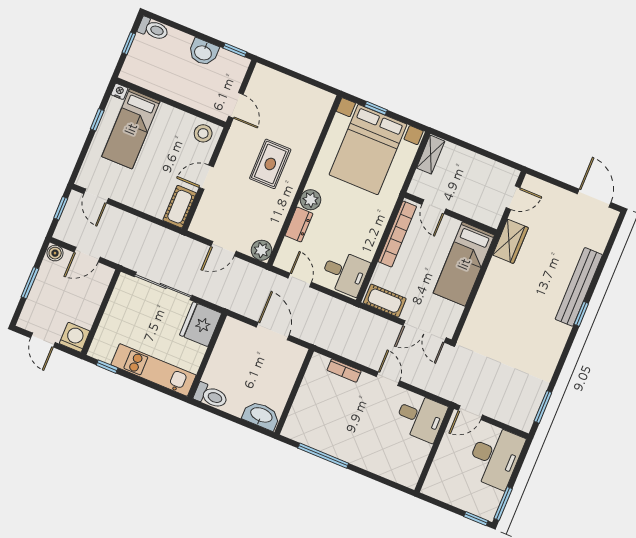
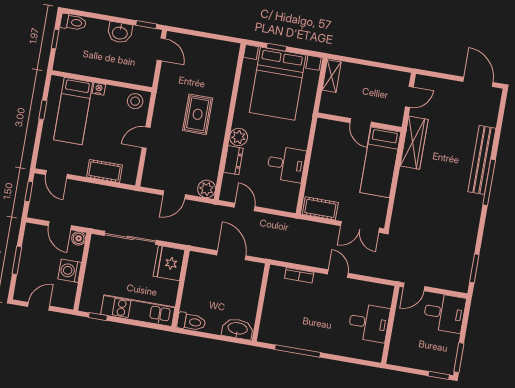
nightstand: (119, 91) -> (99, 89), moved
door: (236, 105) -> (161, 49), moved
cot: (180, 207) -> (104, 171), moved, turned 90
door: (434, 207) -> (361, 122), moved
bookcase: (397, 234) -> (318, 150), removed
wardrobe: (510, 241) -> (414, 143), width x1.50
boiler: (55, 253) -> (79, 238), moved
door: (87, 255) -> (60, 226), hinge flipped
desk: (345, 273) -> (286, 164), moved
window: (581, 314) -> (489, 182), width x2.17
washing machine: (75, 337) -> (70, 271), moved, turned -90
door: (43, 340) -> (39, 306), swing flipped
desk: (421, 417) -> (369, 323), moved
desk: (495, 457) -> (444, 313), width x0.73

